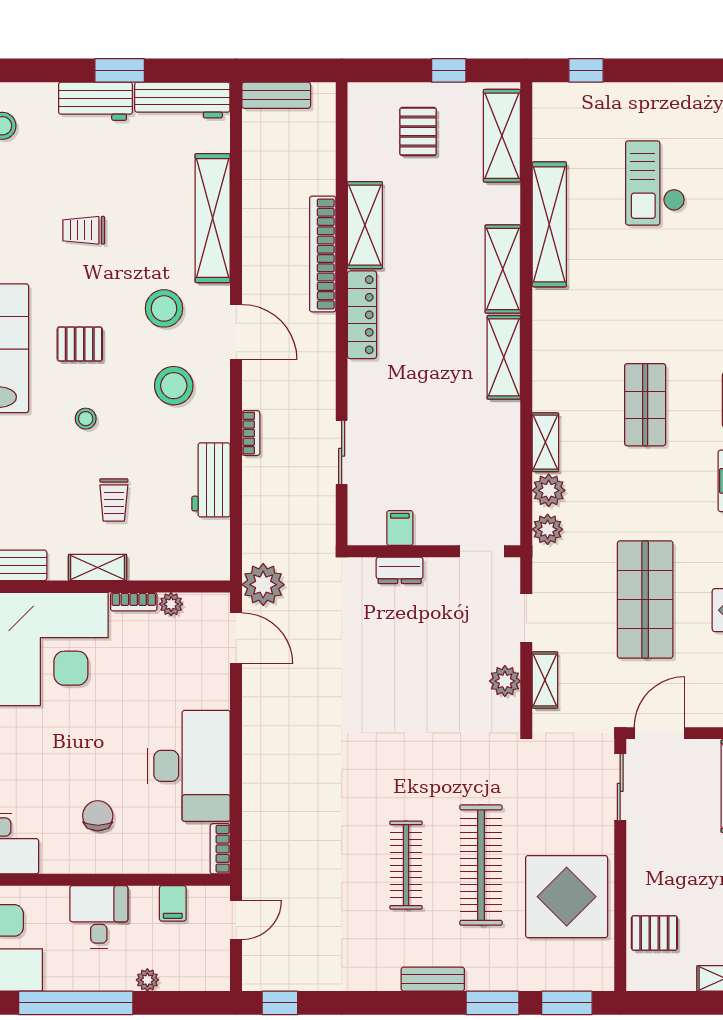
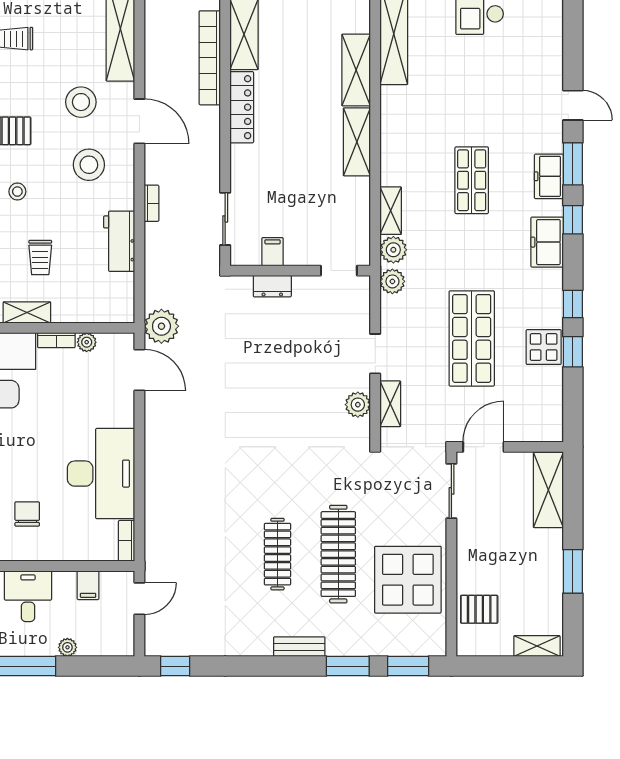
filing cabinet: (400, 528) -> (273, 252), moved
wall: (434, 551) -> (300, 271), moved
doorway: (482, 551) -> (339, 271), moved
dresser: (400, 570) -> (272, 286), moved

